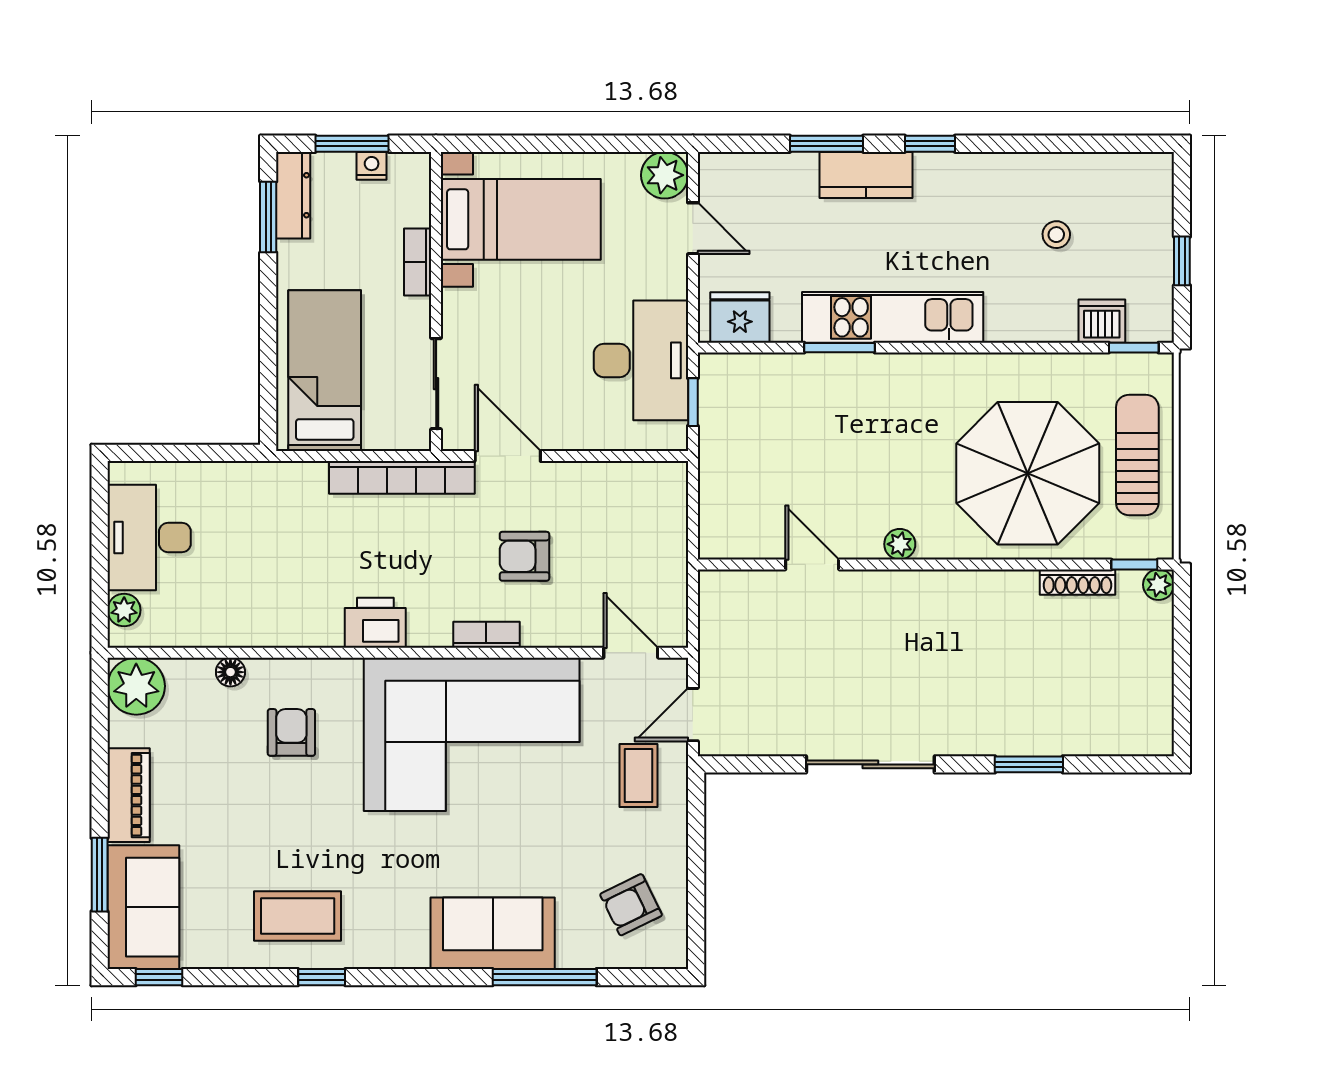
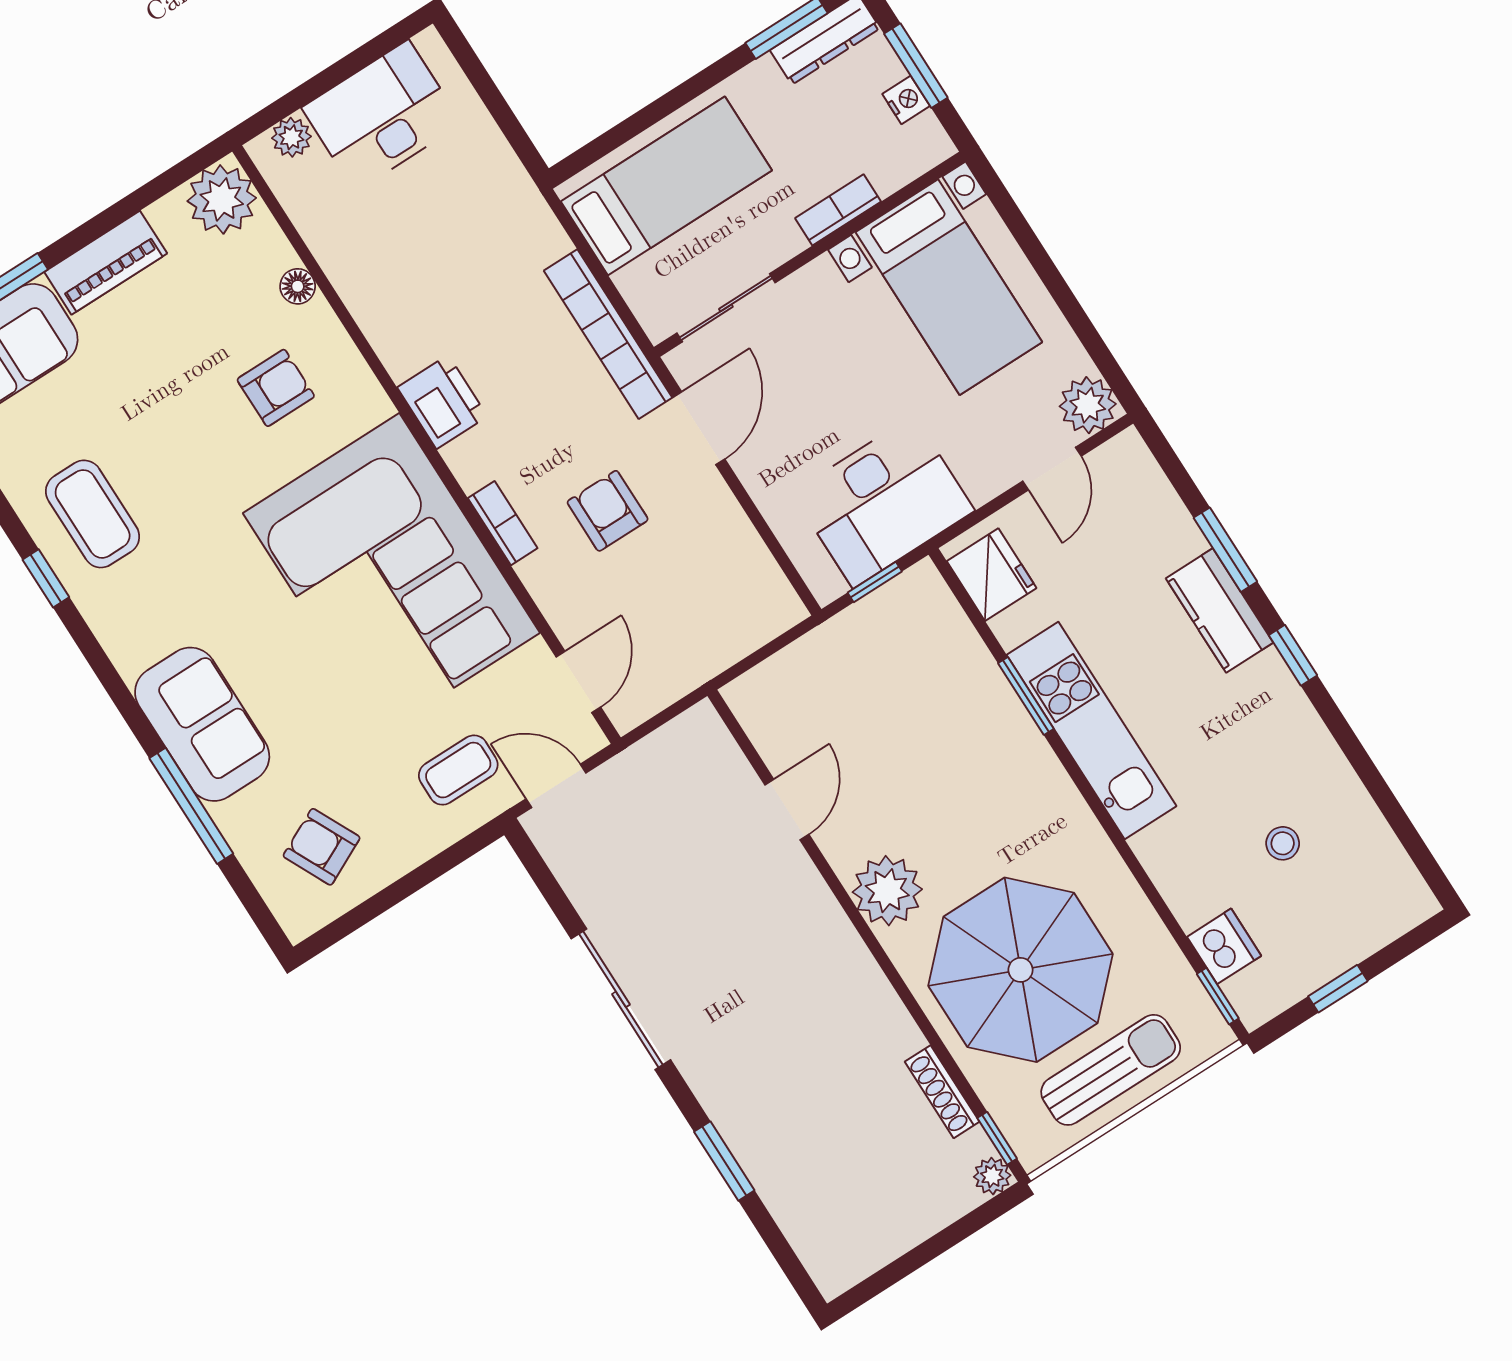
plant: (900, 544) -> (887, 891), width x1.88, depth x1.88

